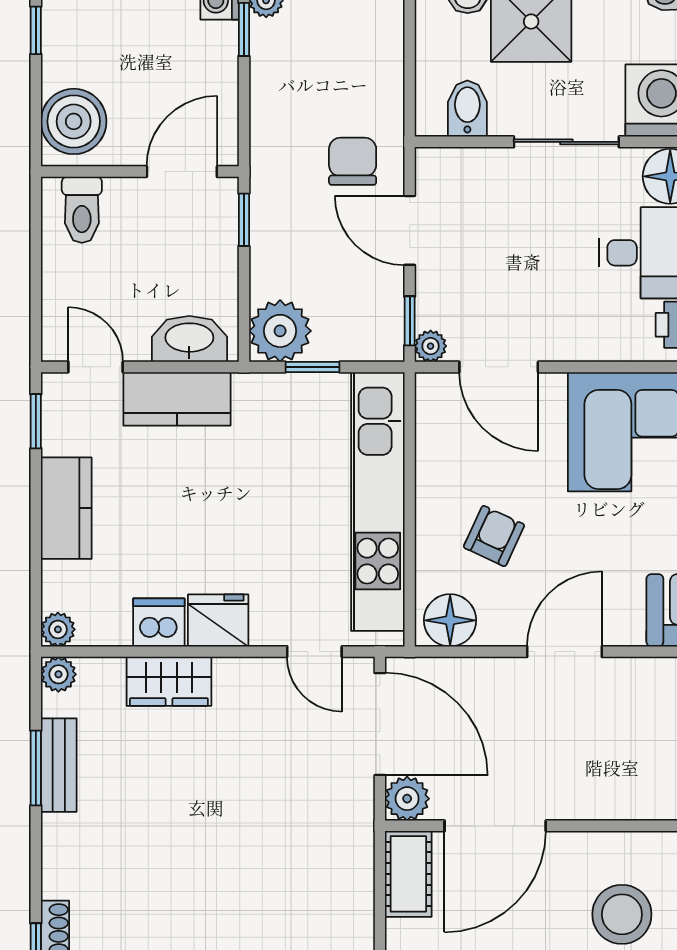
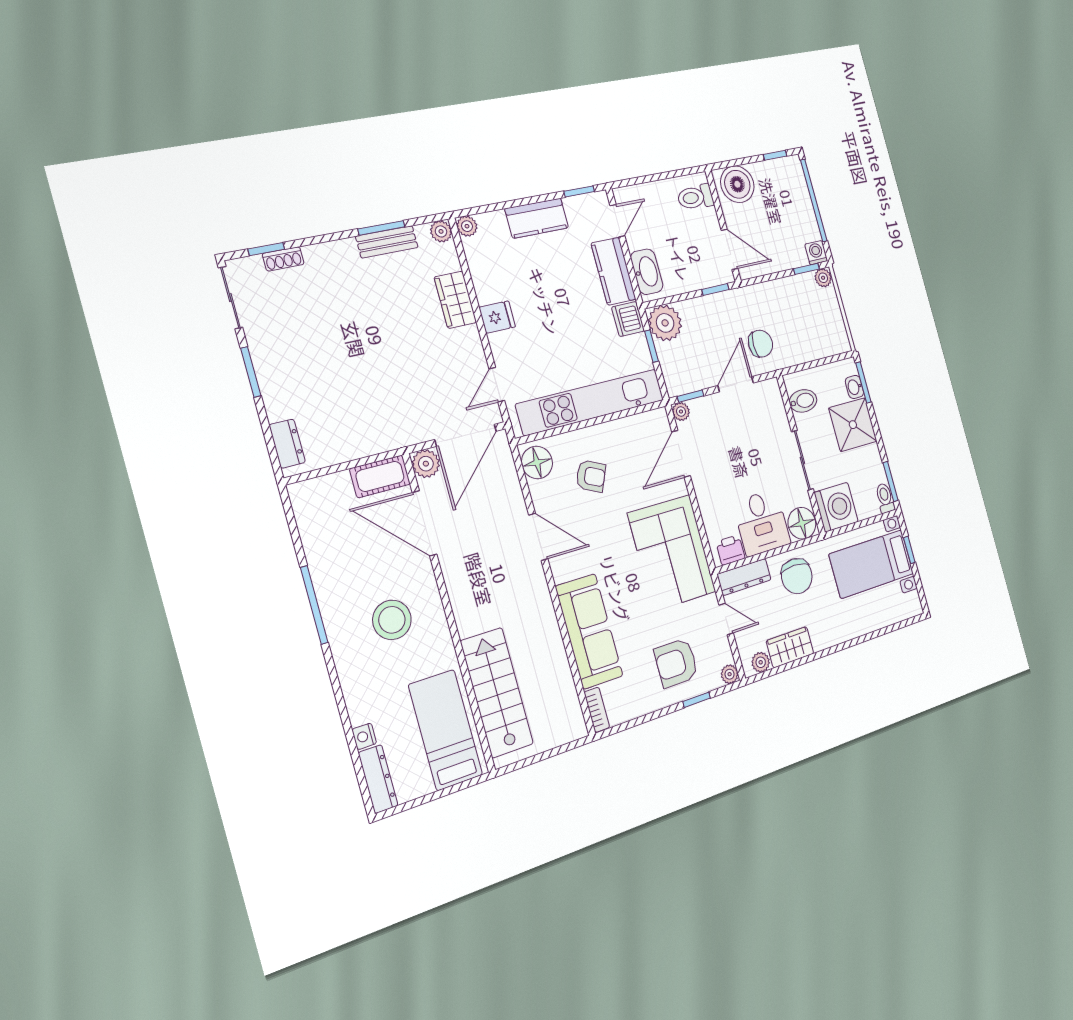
fridge: (218, 620) -> (497, 317), width x0.72
dishwasher: (159, 622) -> (628, 319), moved, turned 180

